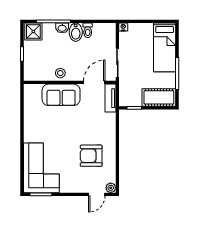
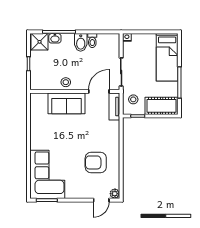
washbasin: (62, 28) -> (55, 38), moved
stool: (130, 91) -> (133, 99), added

